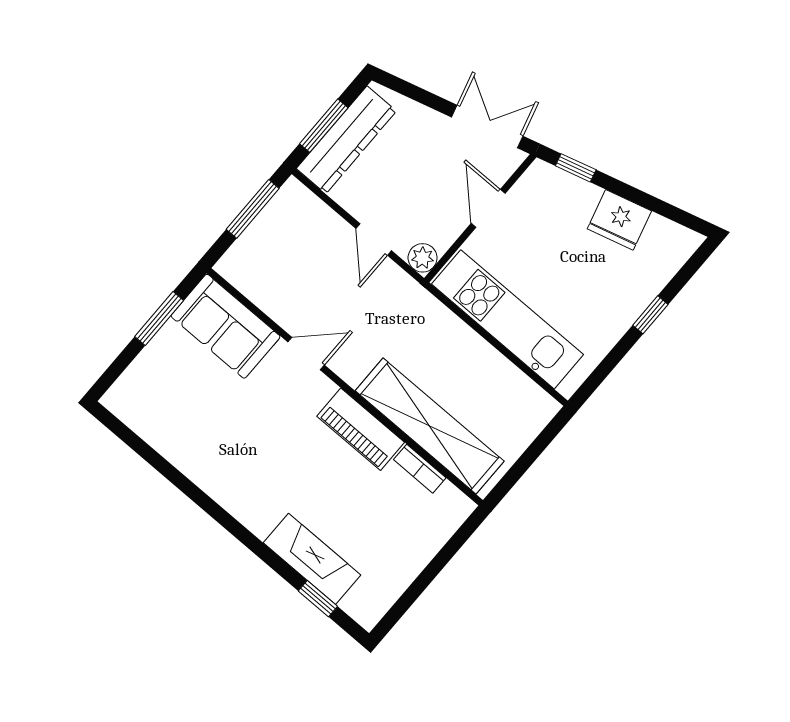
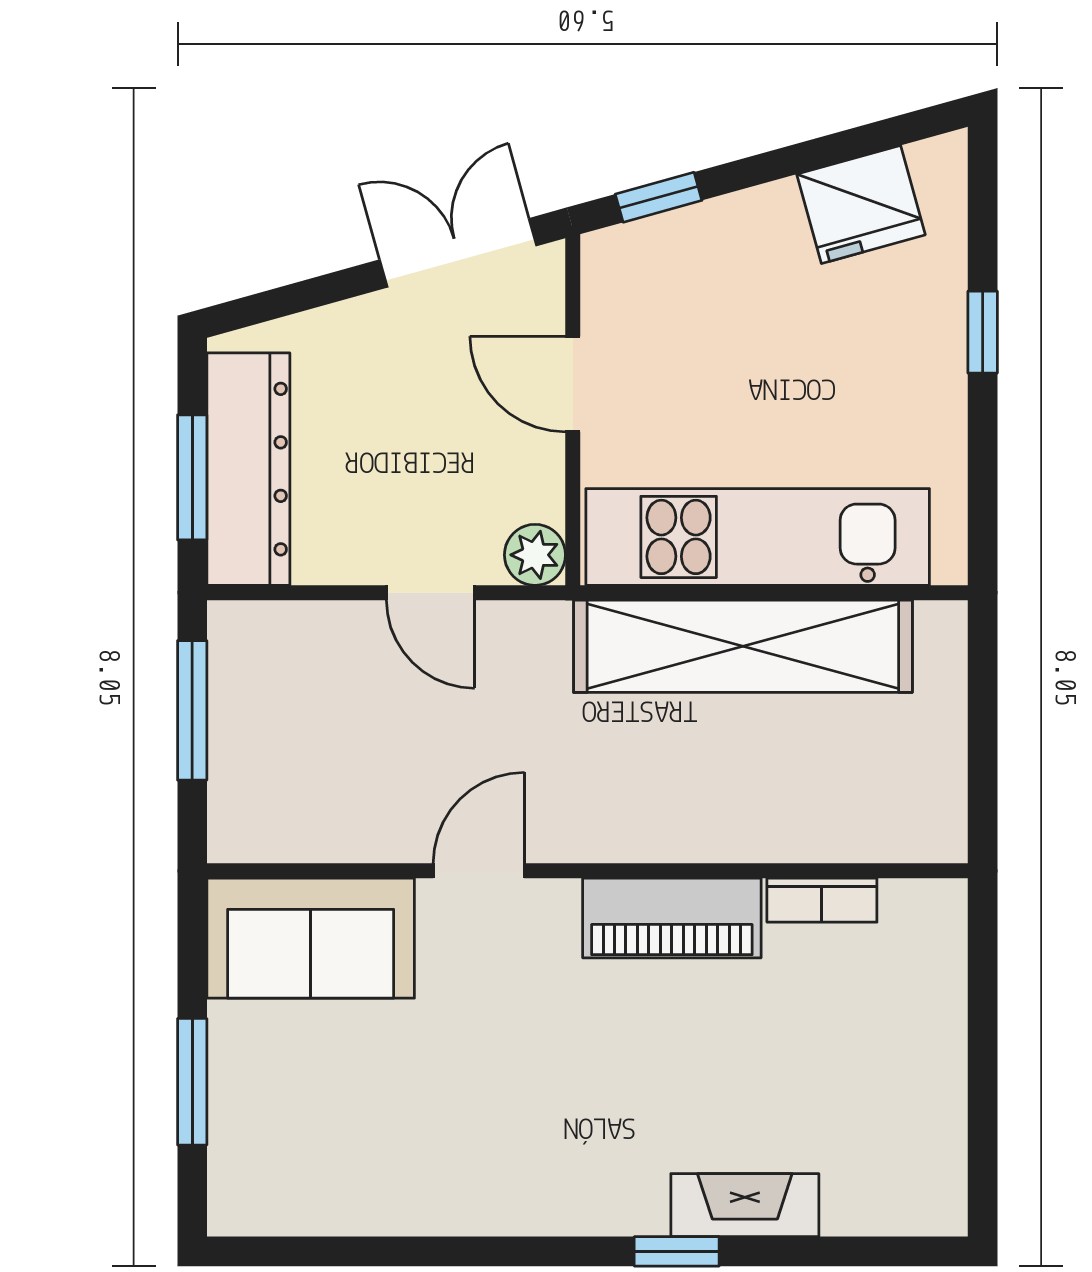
fridge: (619, 220) -> (861, 204), moved
window: (159, 318) -> (192, 1082), moved
shelving: (430, 426) -> (743, 646), moved
fireplace: (312, 559) -> (745, 1205), width x0.73, depth x0.76
window: (318, 599) -> (677, 1251), moved

